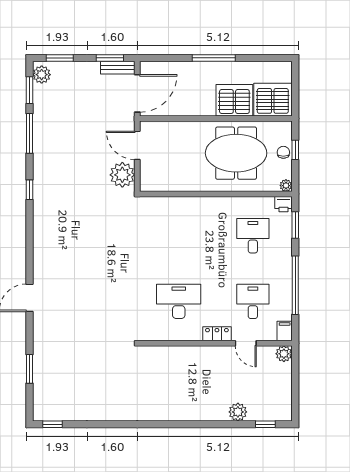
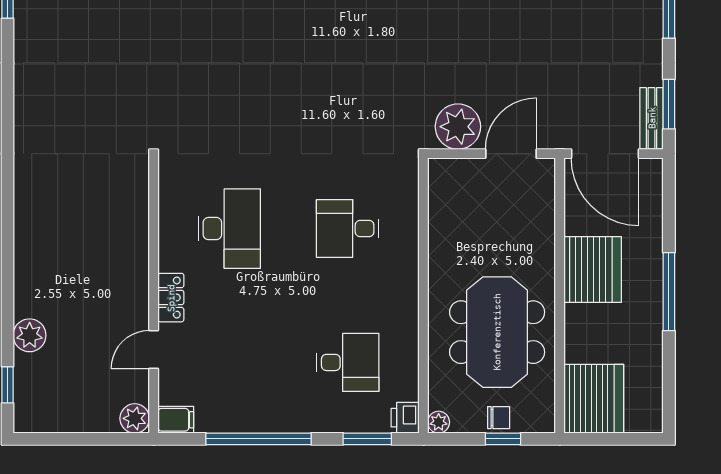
server rack: (234, 100) -> (593, 269), moved
desk: (253, 301) -> (348, 229), moved, turned 180

